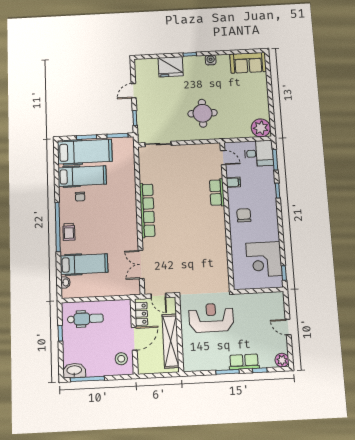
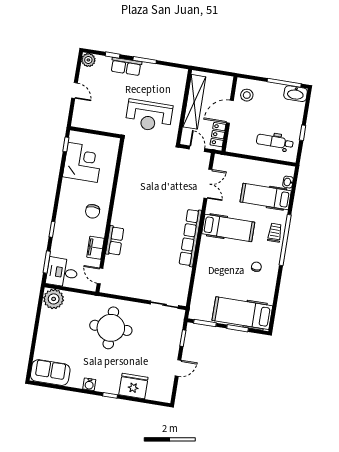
round table: (202, 113) -> (111, 328), width x1.36, depth x1.36
hospital bed: (82, 176) -> (228, 228), moved, turned 180
filing cabinet: (233, 182) -> (95, 248), width x2.00

